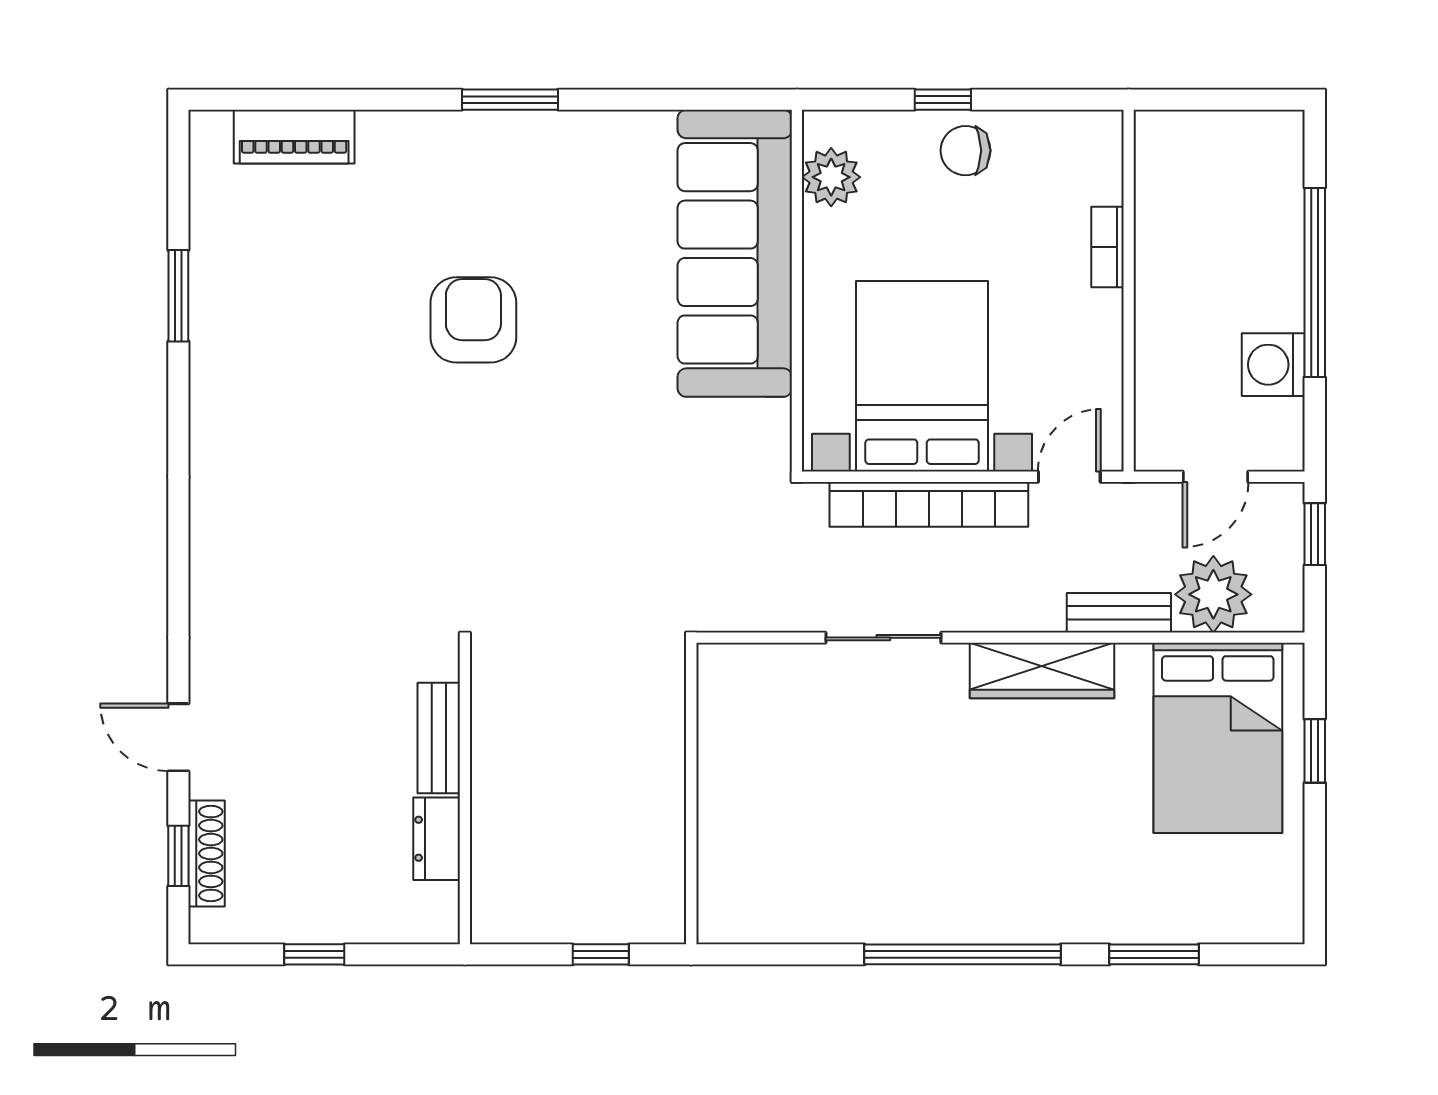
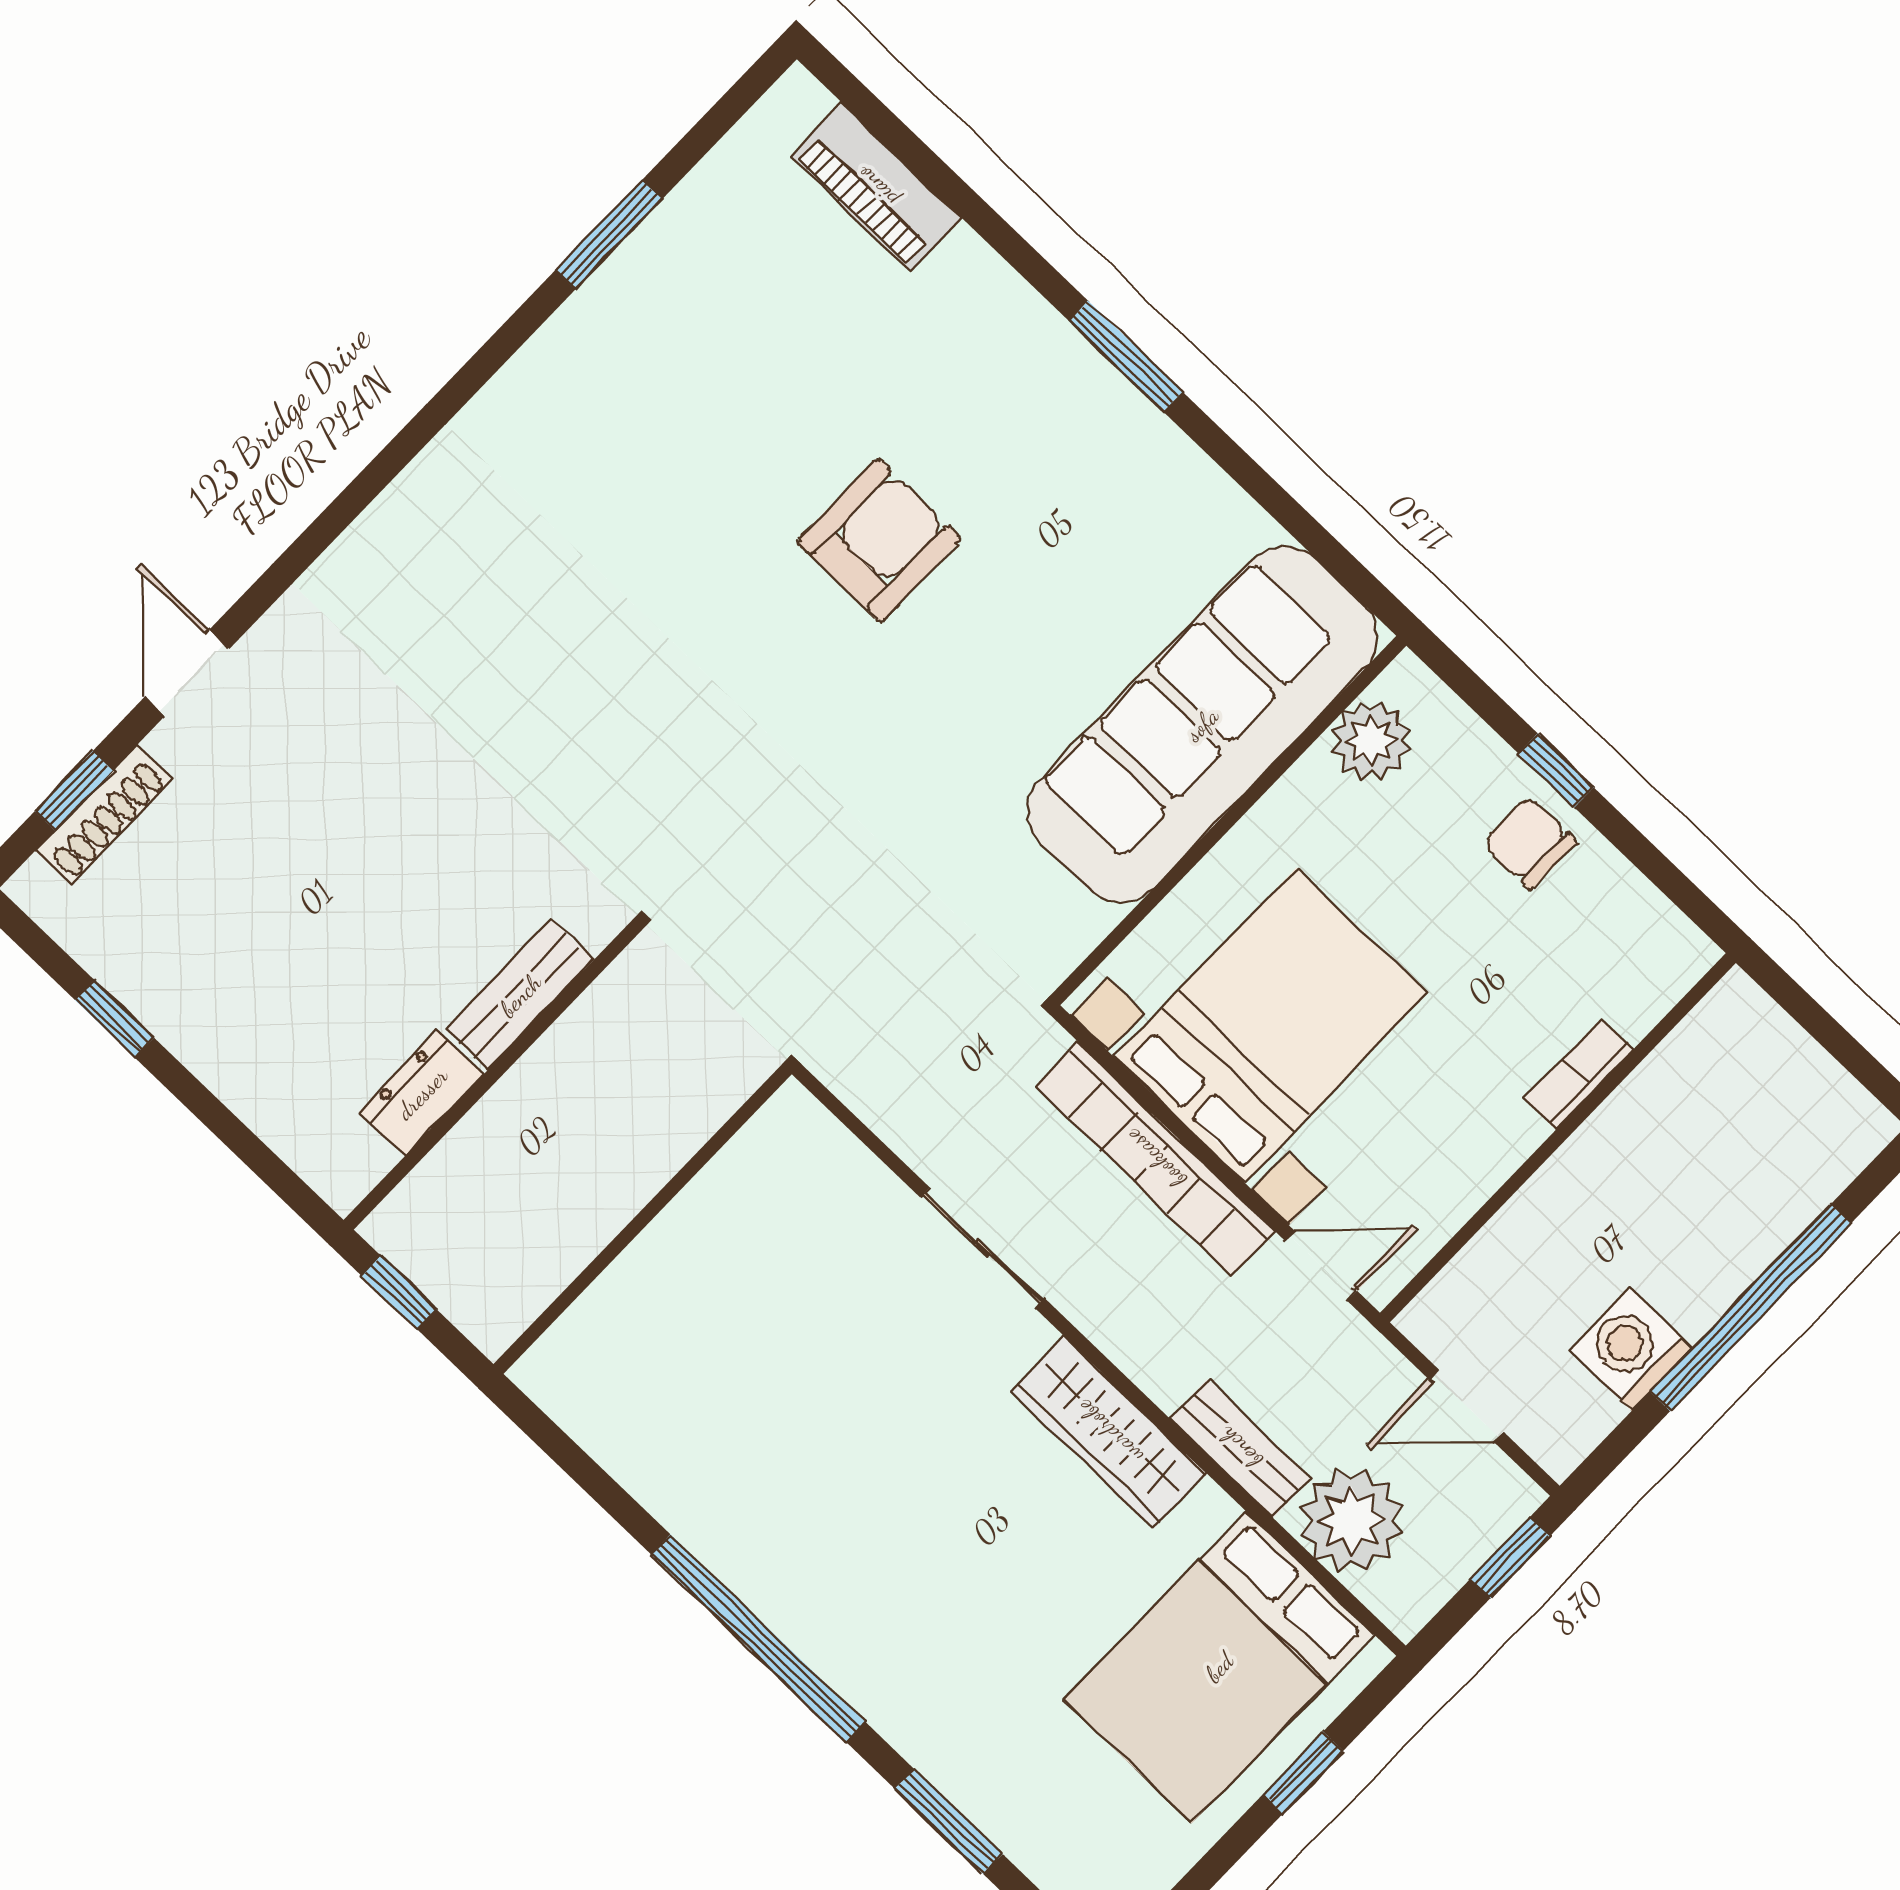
bench: (439, 738) -> (520, 995), moved
wall: (465, 794) -> (493, 1075), moved
dresser: (437, 839) -> (422, 1093), moved

